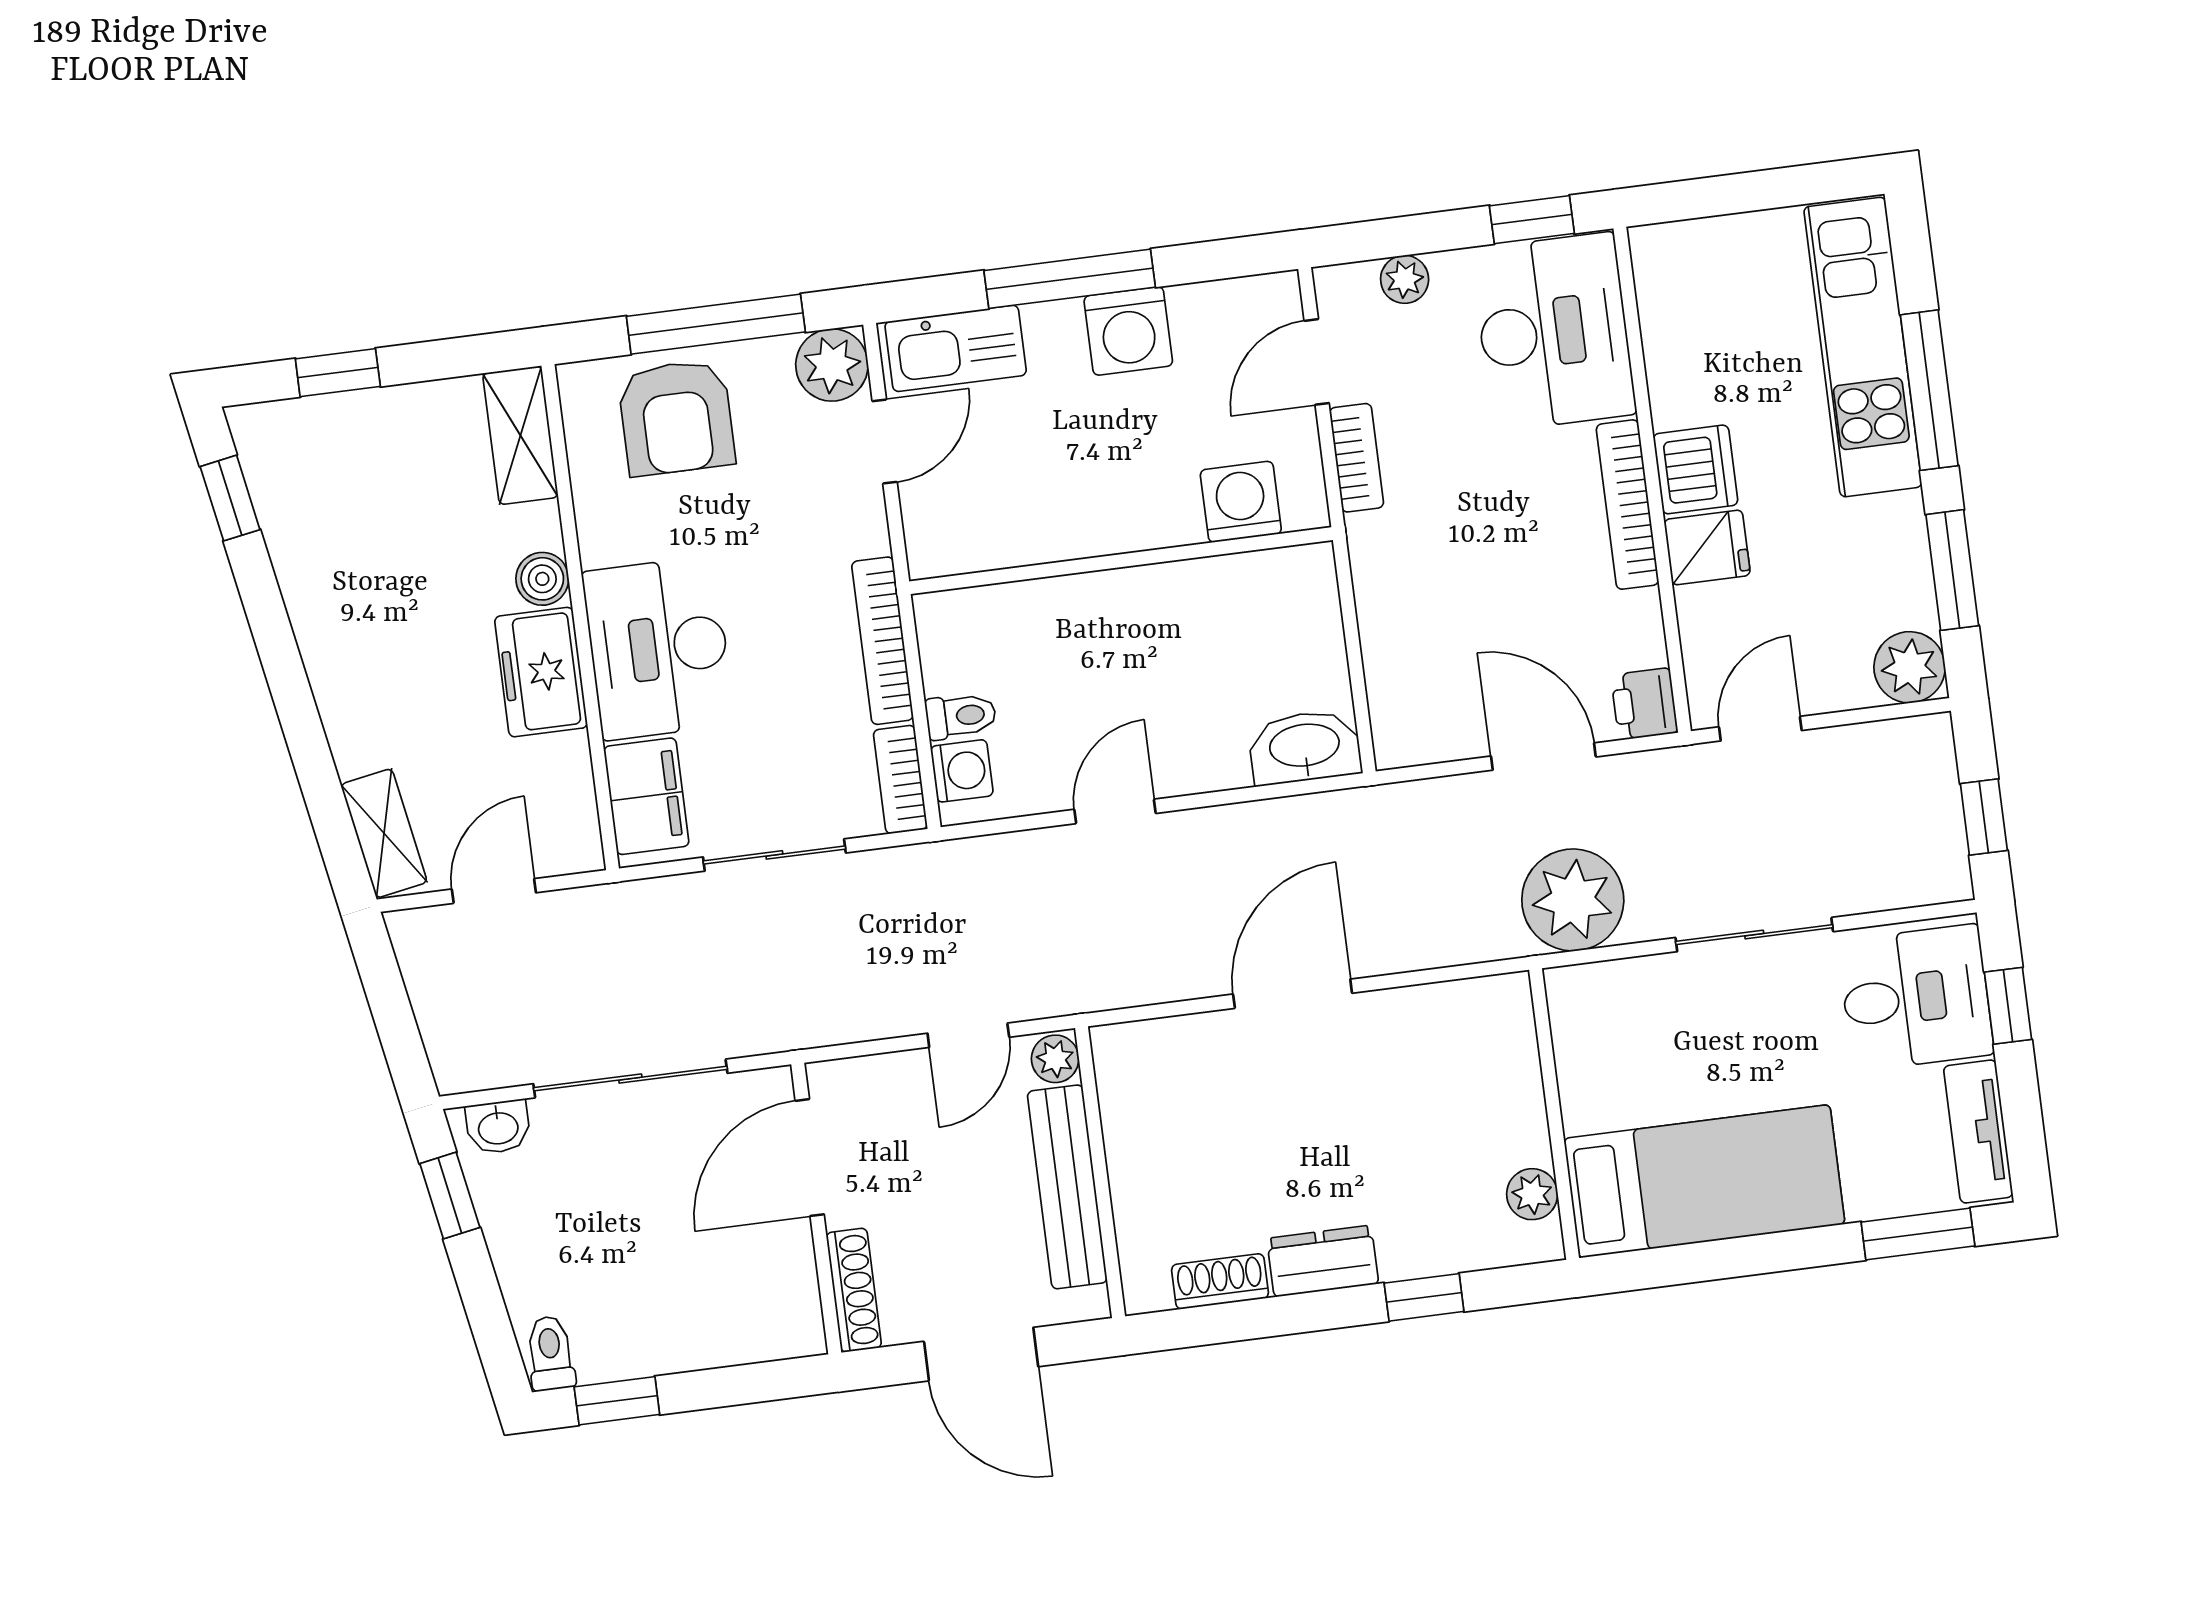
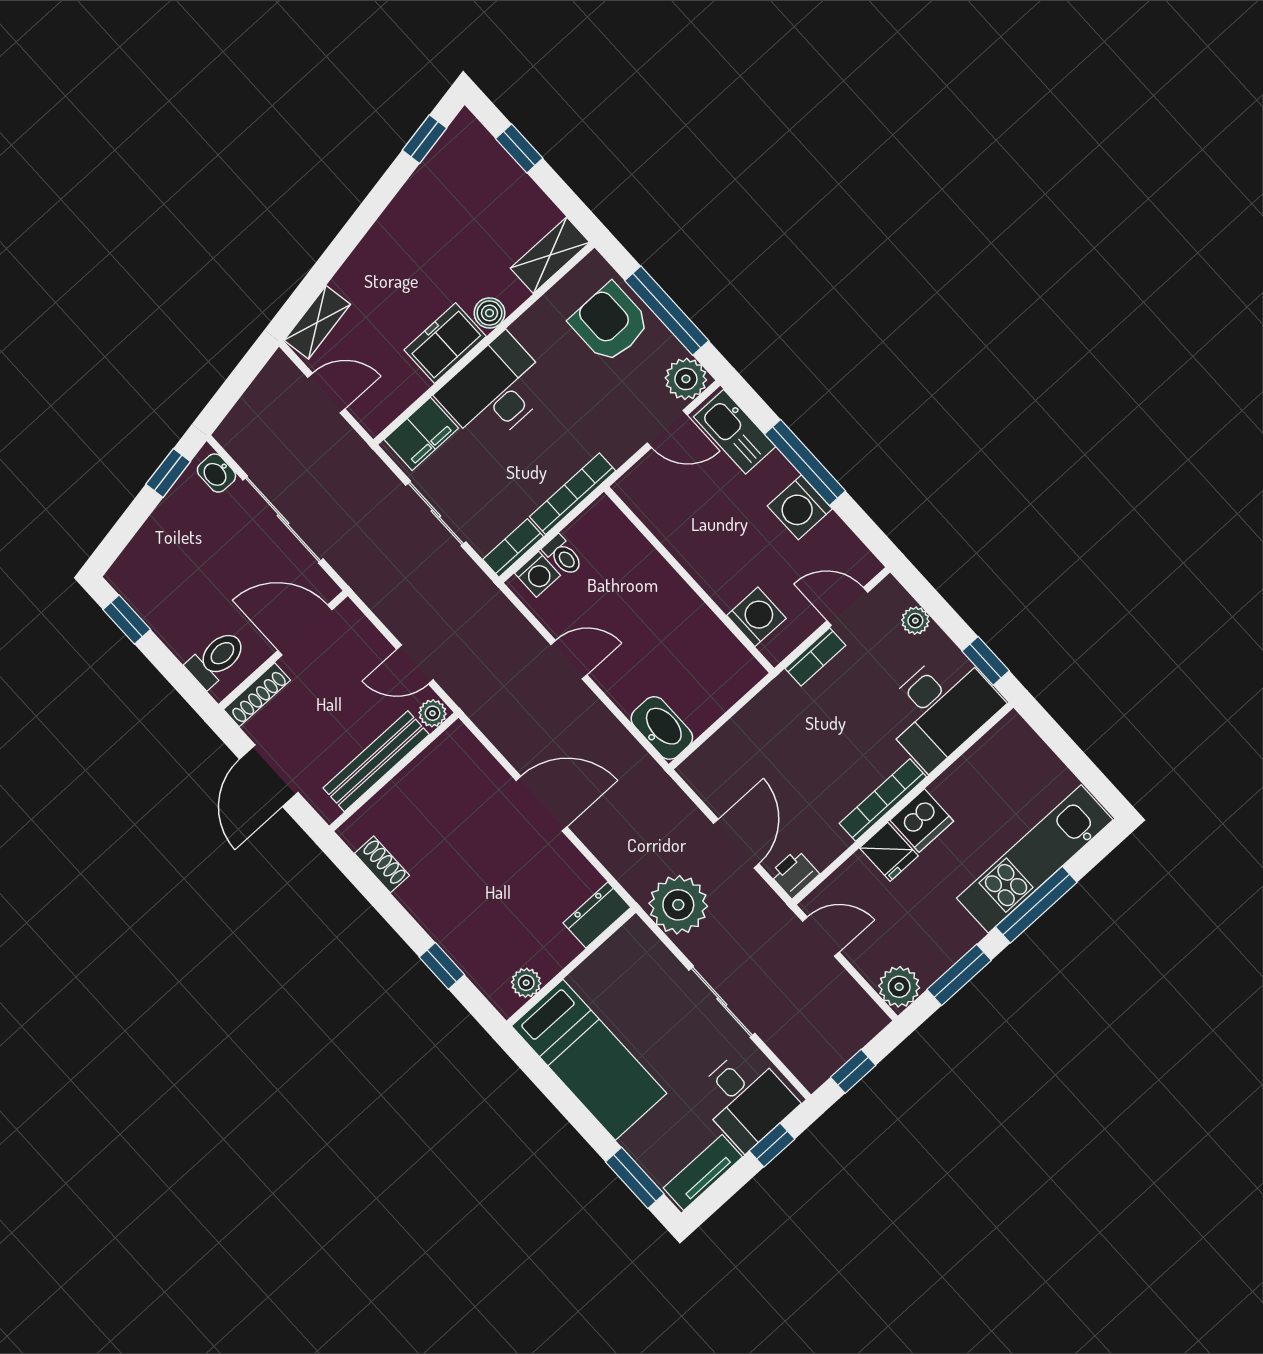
armchair: (676, 418) -> (610, 323), turned 90
dresser: (1323, 1261) -> (597, 915), moved, turned -90
toilet: (550, 1353) -> (216, 659), moved, width x1.37, depth x1.39

